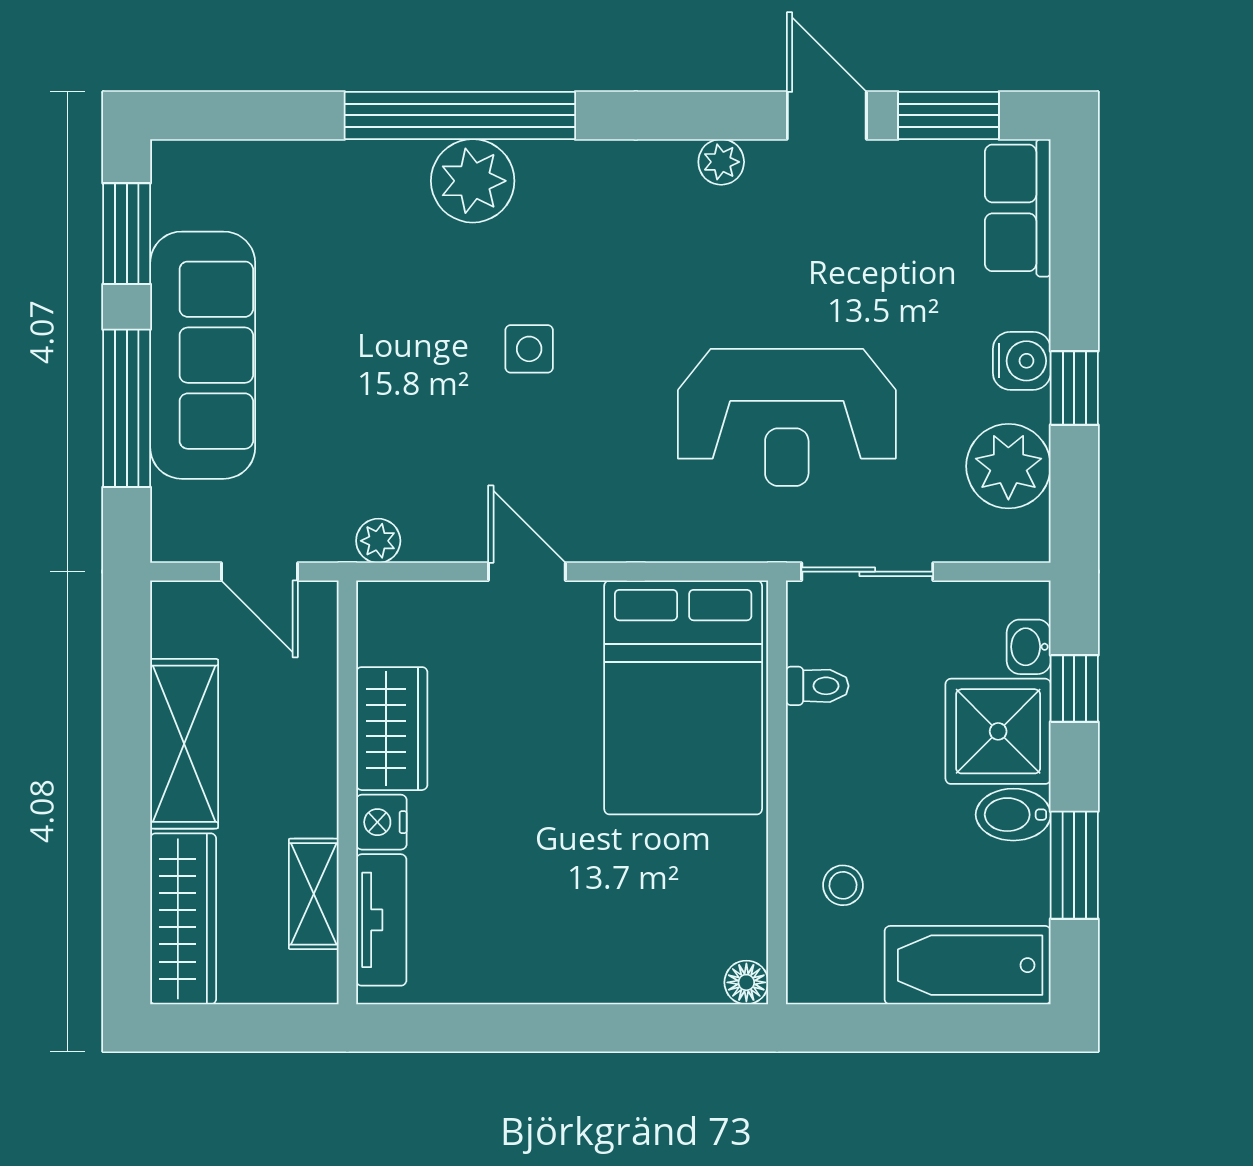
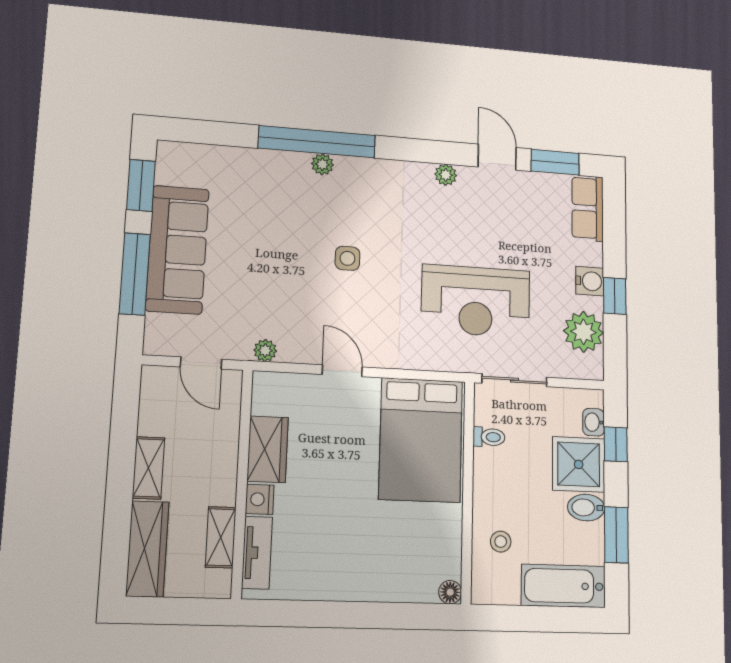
plant: (473, 181) -> (322, 164), width x0.53, depth x0.53
shelving: (184, 744) -> (149, 468), width x0.67, depth x0.75

